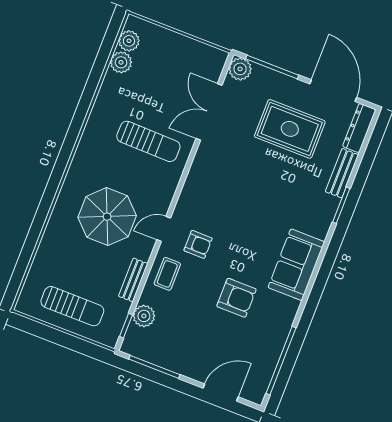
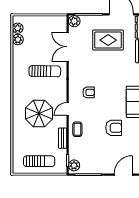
armchair: (198, 244) -> (89, 92), moved
plant: (144, 316) -> (74, 165), moved

